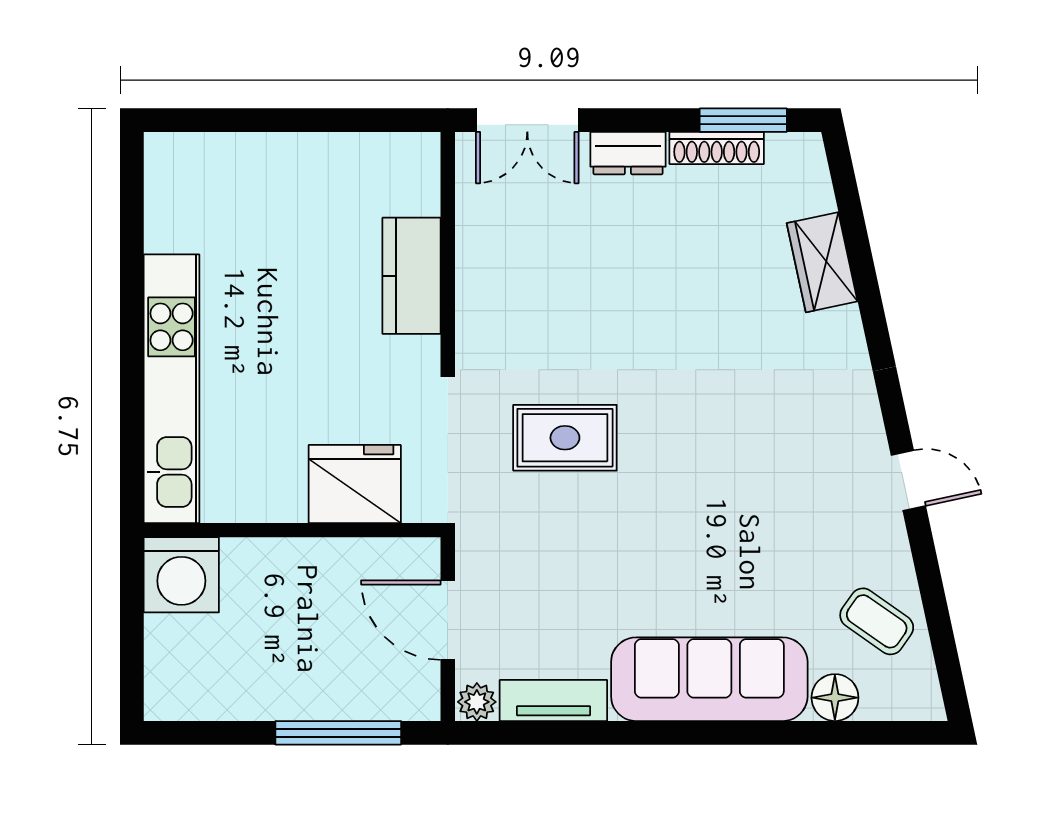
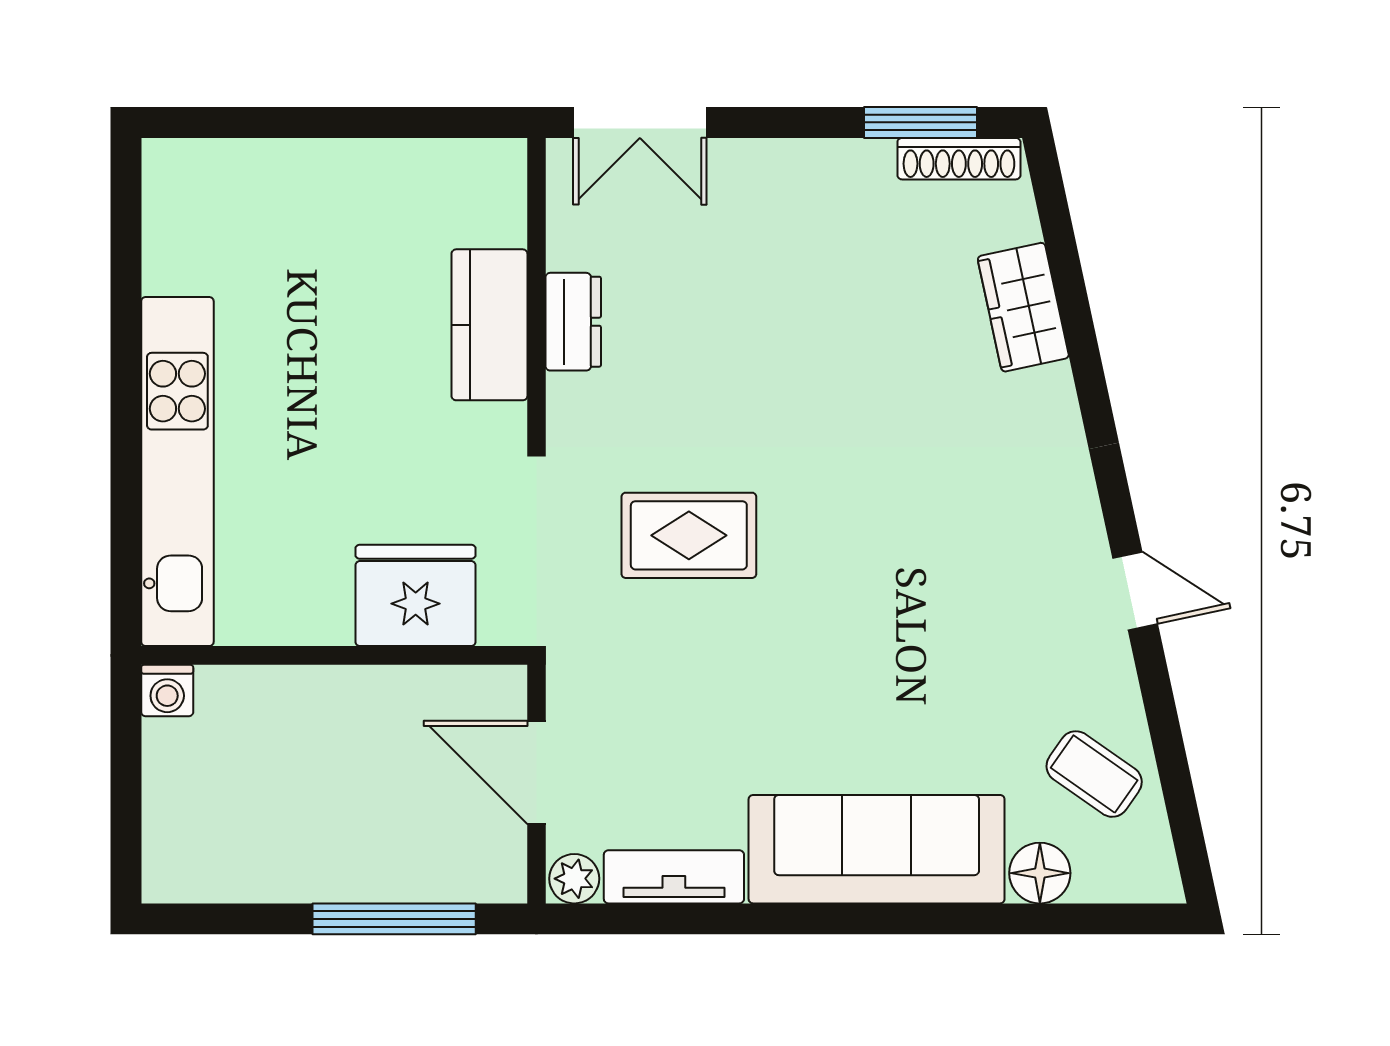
shoe rack: (717, 148) -> (959, 159), moved
dresser: (628, 153) -> (573, 322), moved, turned -90
washing machine: (181, 575) -> (167, 691), width x0.53, depth x0.53

